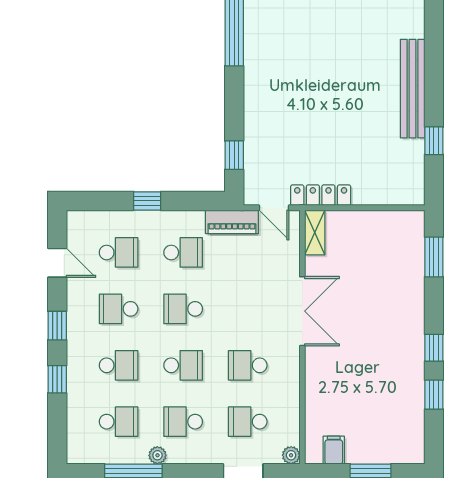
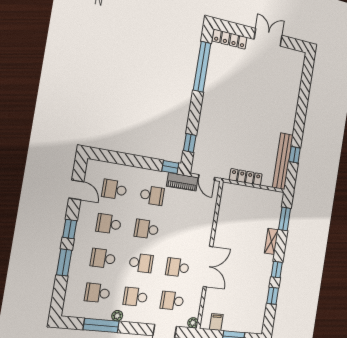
bench: (413, 89) -> (283, 161), moved
locker: (321, 195) -> (246, 177), moved
window: (147, 201) -> (170, 167), moved
shelving: (315, 232) -> (271, 241), moved
school desk: (119, 252) -> (114, 189), turned 180
double door: (302, 311) -> (208, 267), moved
school desk: (119, 365) -> (103, 258), turned 180
window: (57, 379) -> (64, 262), width x1.50
school desk: (119, 422) -> (97, 293), turned 180

